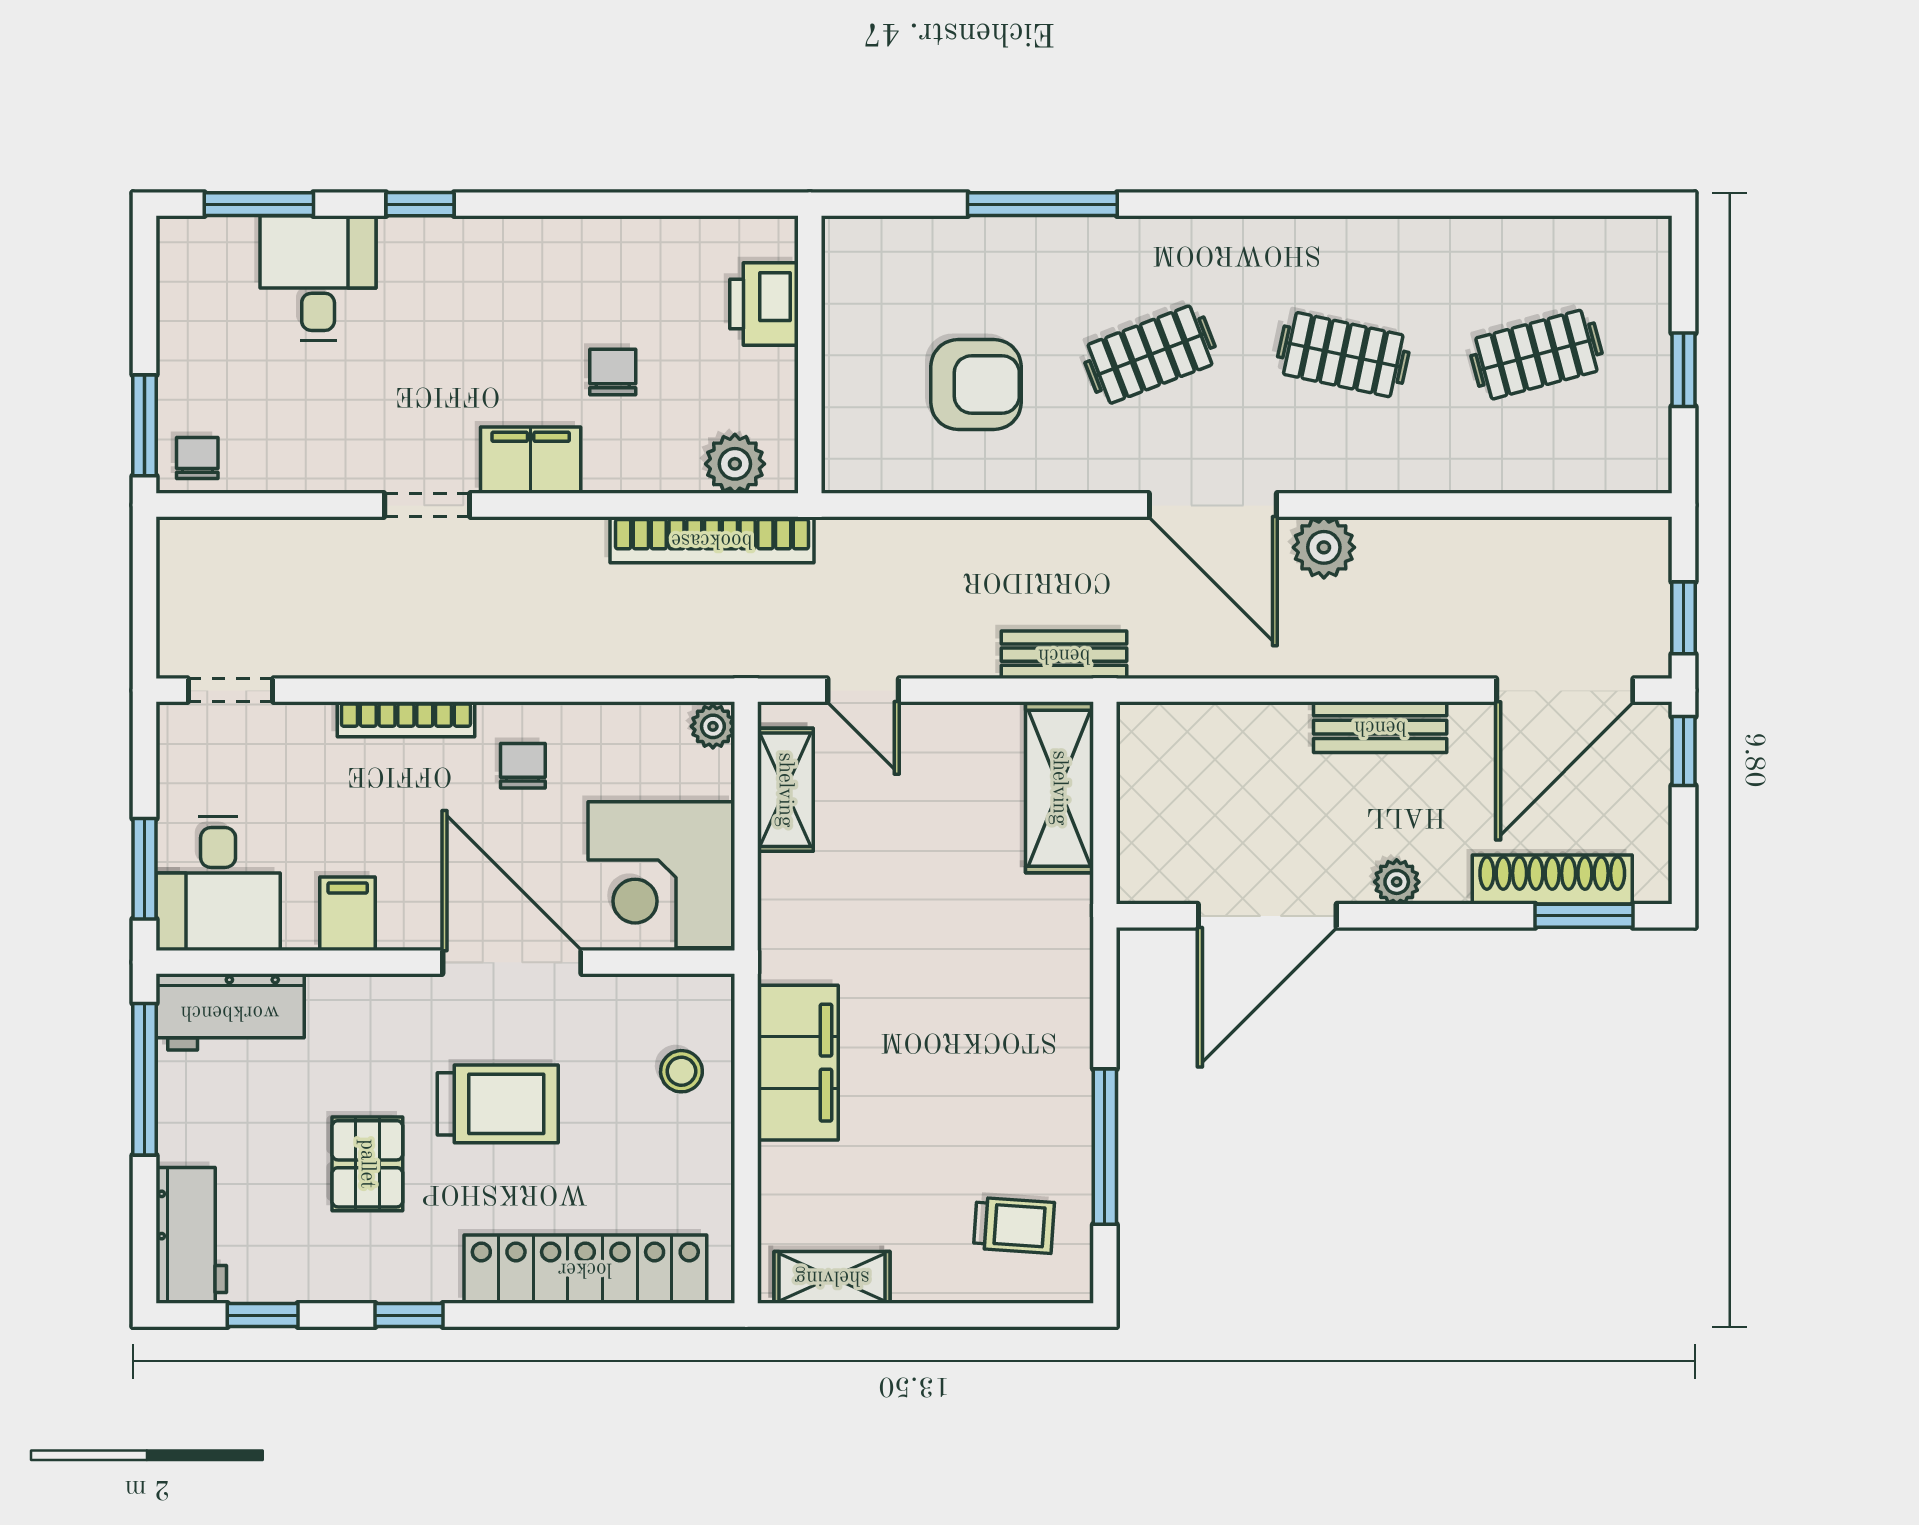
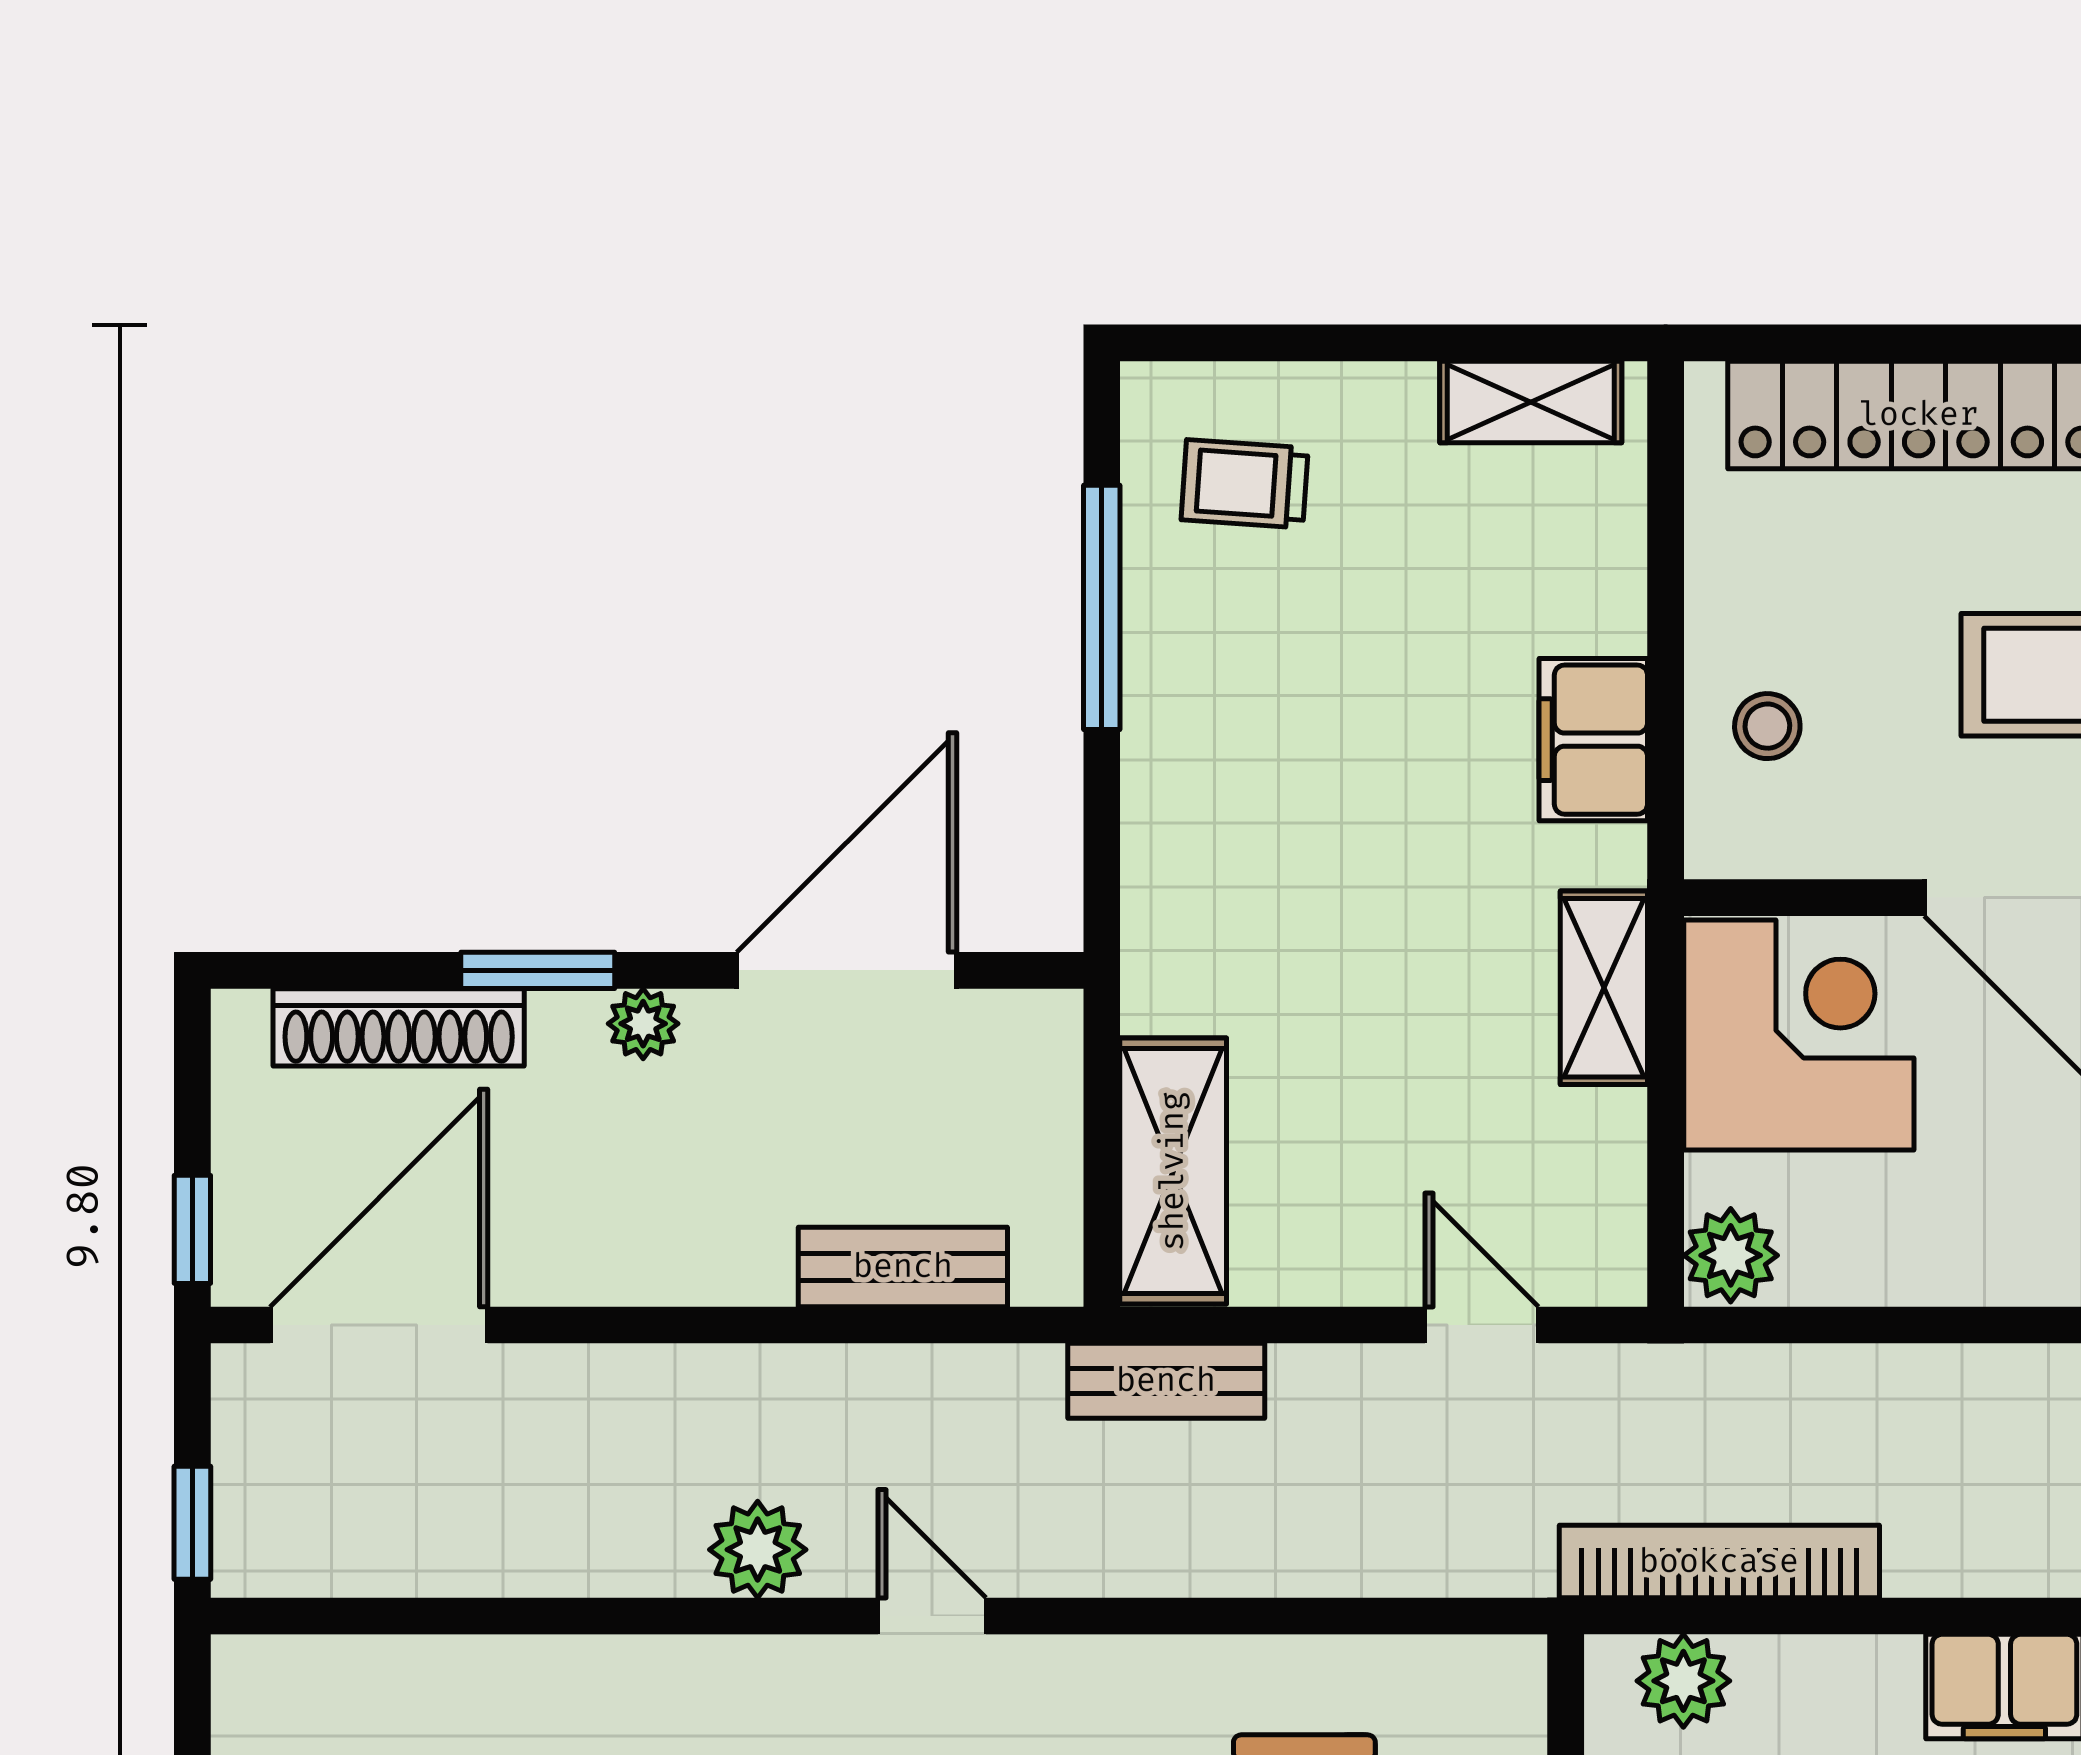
door: (1213, 505) -> (932, 1616), width x0.53
window: (1683, 618) -> (192, 1523), moved
plant: (713, 726) -> (1731, 1255), width x1.38, depth x1.38
bench: (1380, 727) -> (903, 1267), moved
chair: (523, 766) -> (2017, 1206), removed
shelving: (785, 790) -> (1604, 988), moved
window: (1584, 916) -> (538, 970), moved
filing cabinet: (798, 1063) -> (1593, 740), width x0.67, depth x0.86

